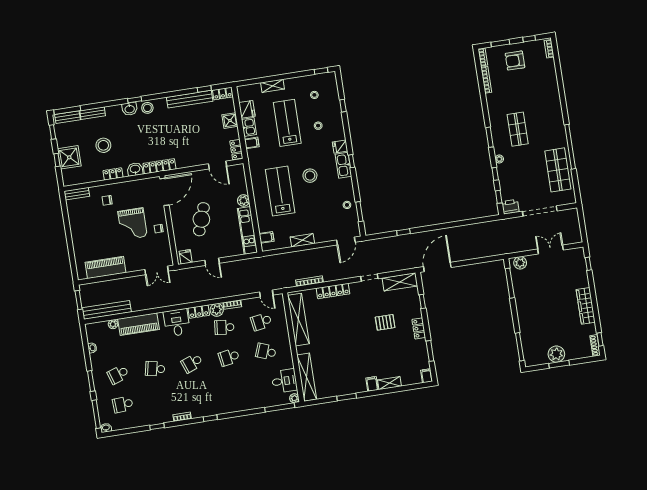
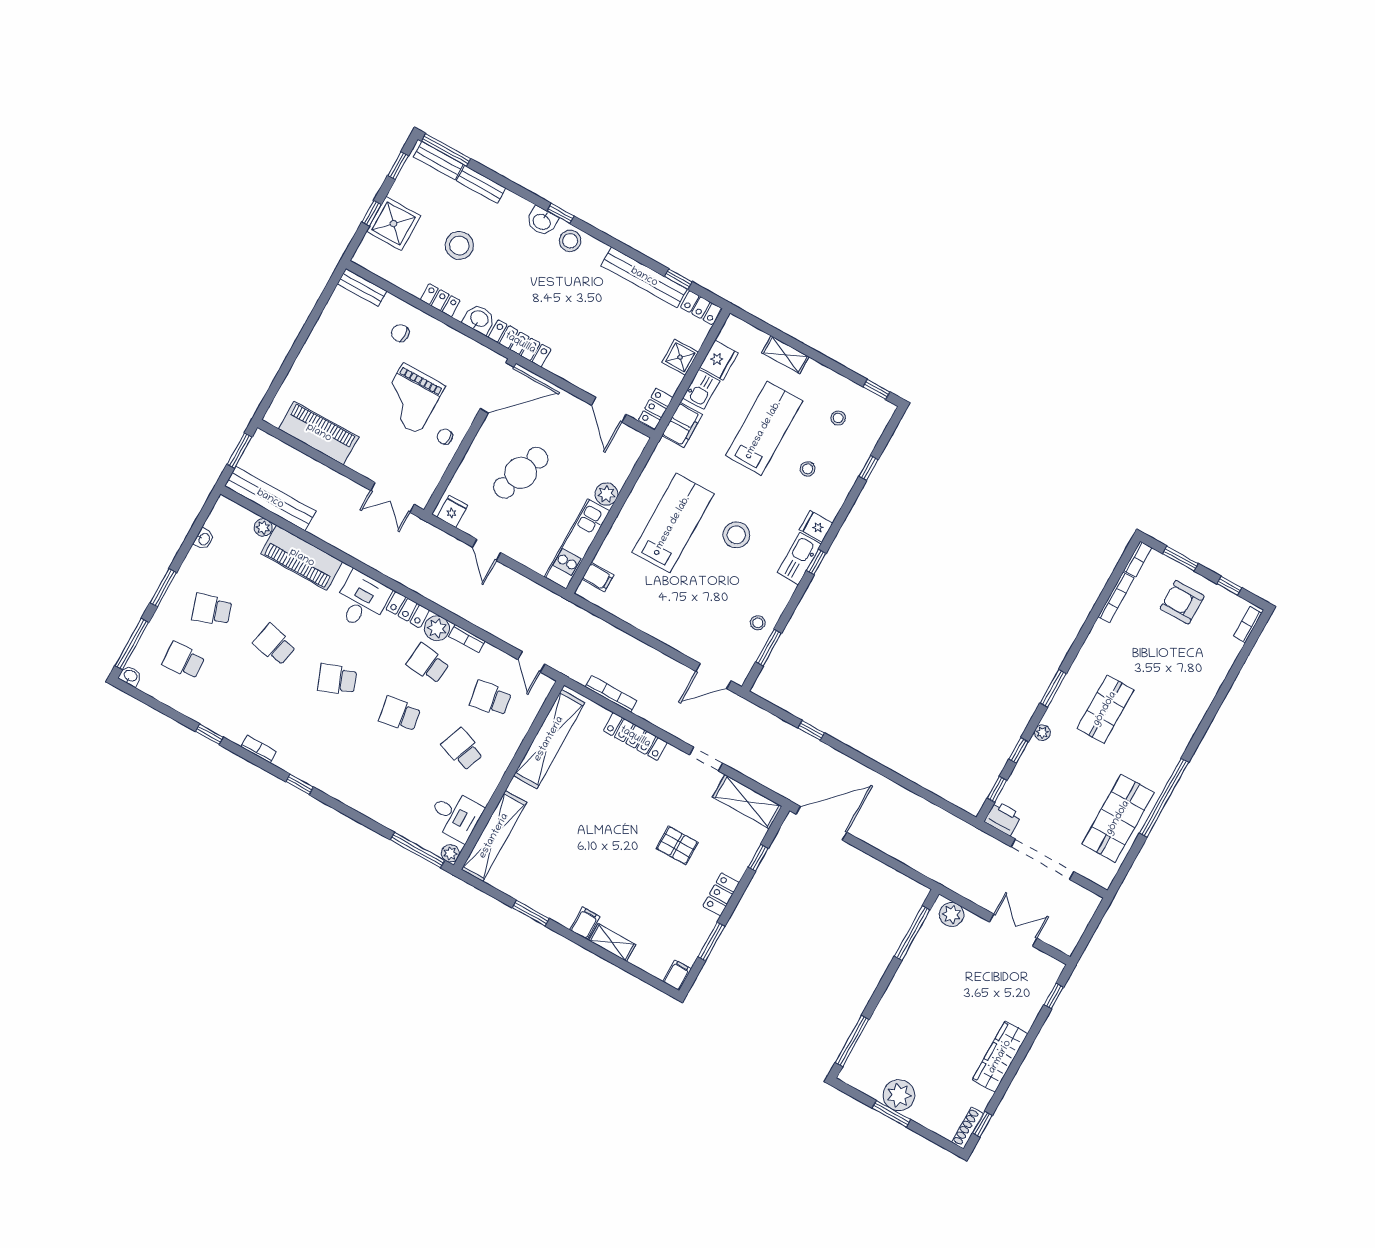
filing cabinet: (252, 143) -> (682, 425), width x2.00
shelving: (302, 240) -> (649, 624), removed

